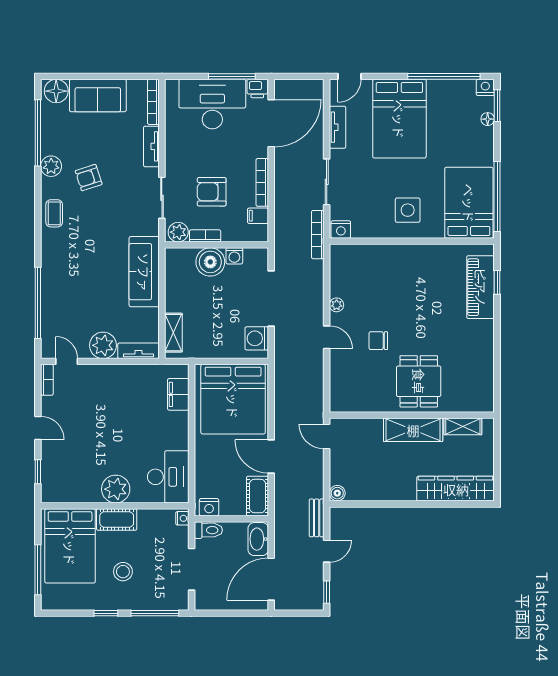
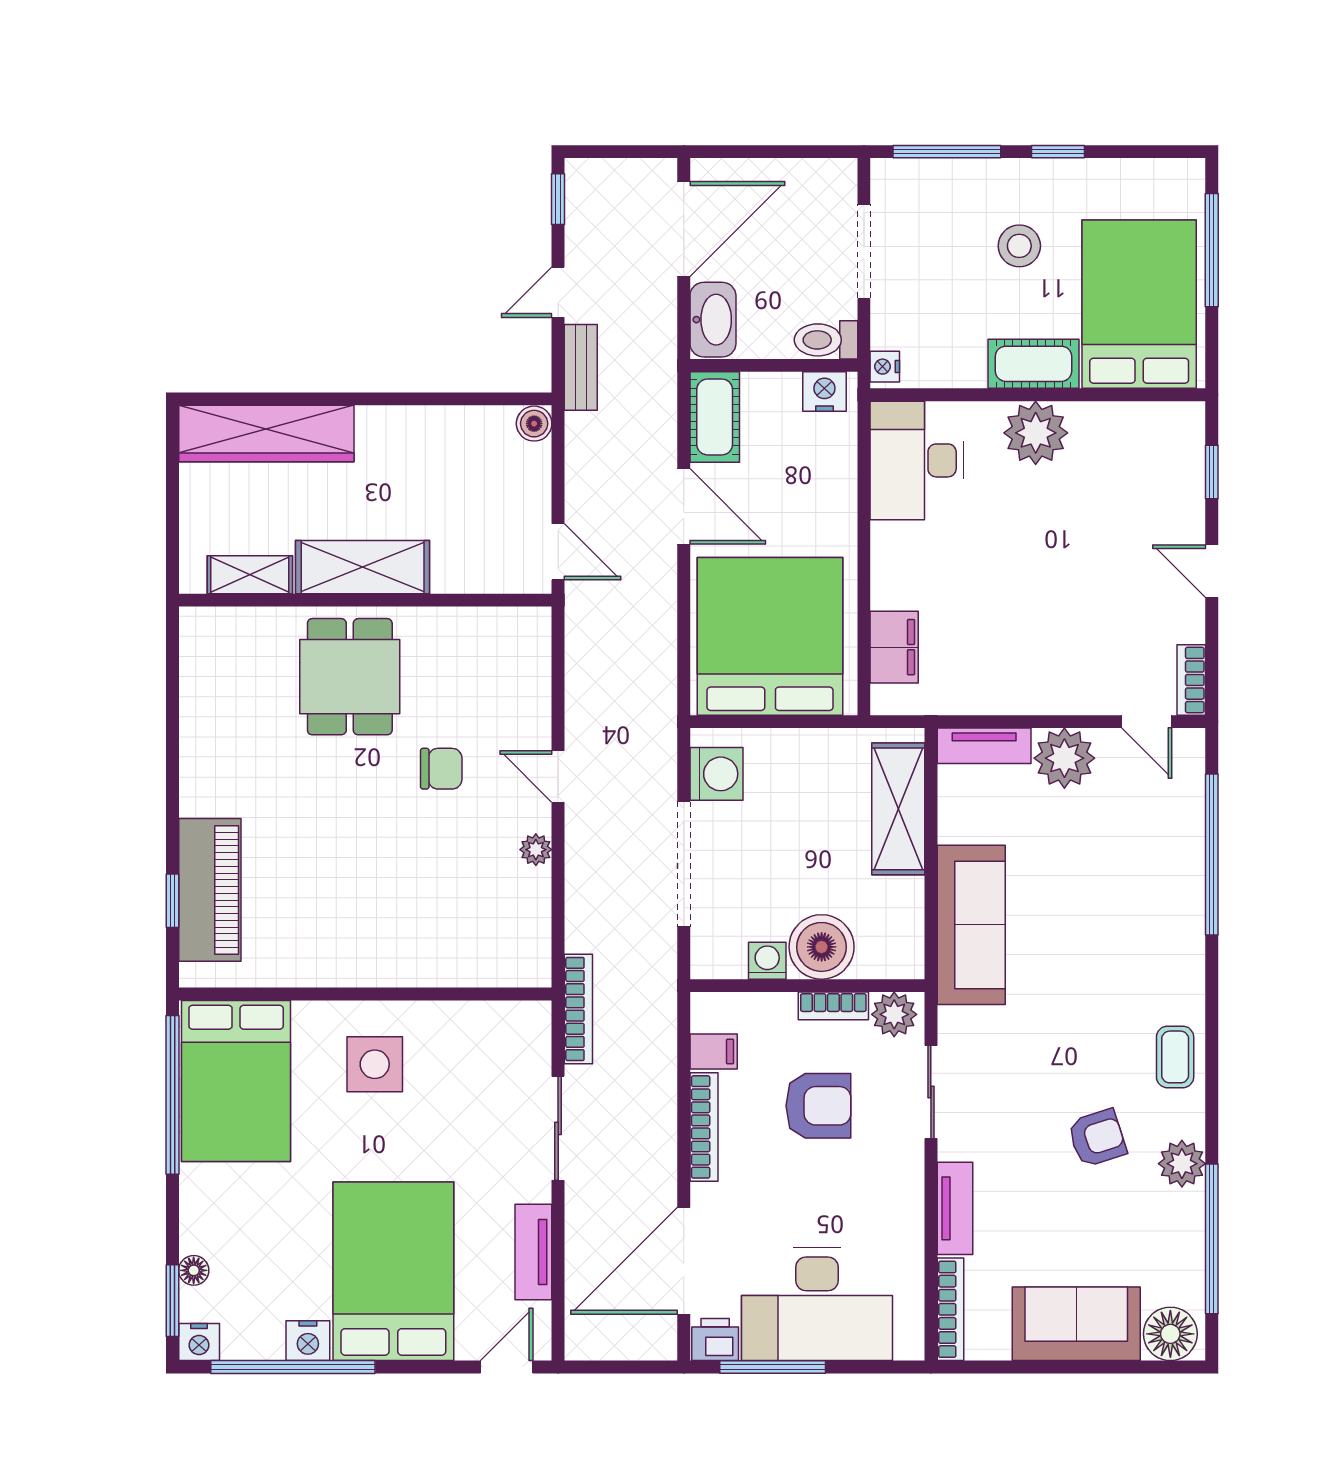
nightstand: (341, 230) -> (308, 1341), moved, turned 180
shelving: (173, 333) -> (898, 809), width x1.50, depth x1.33

